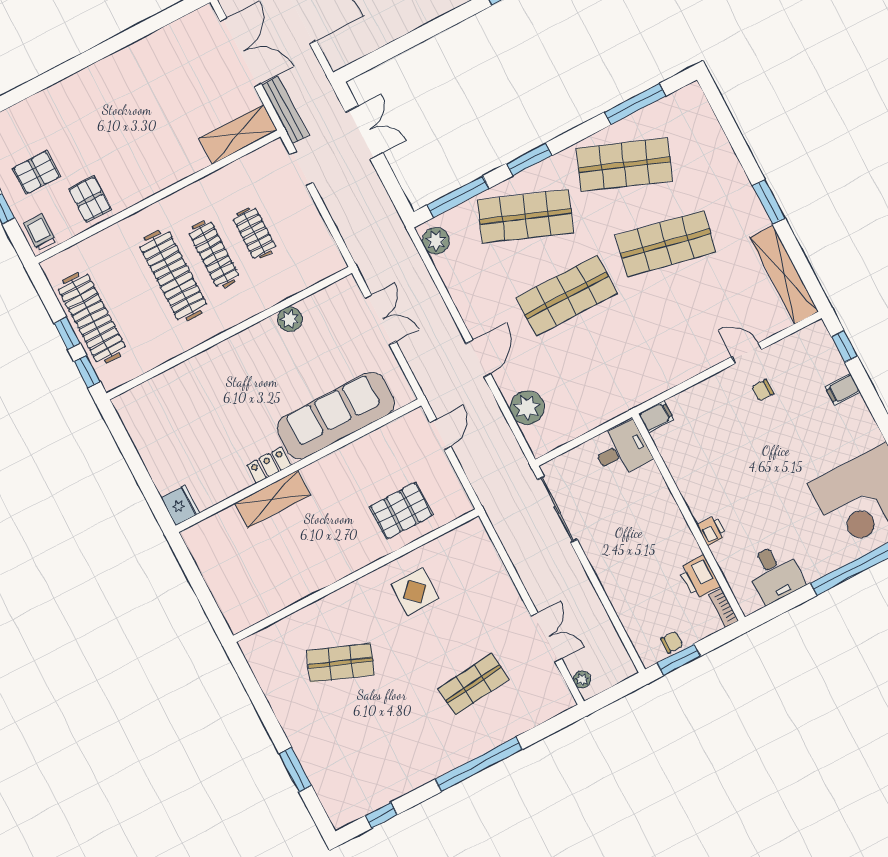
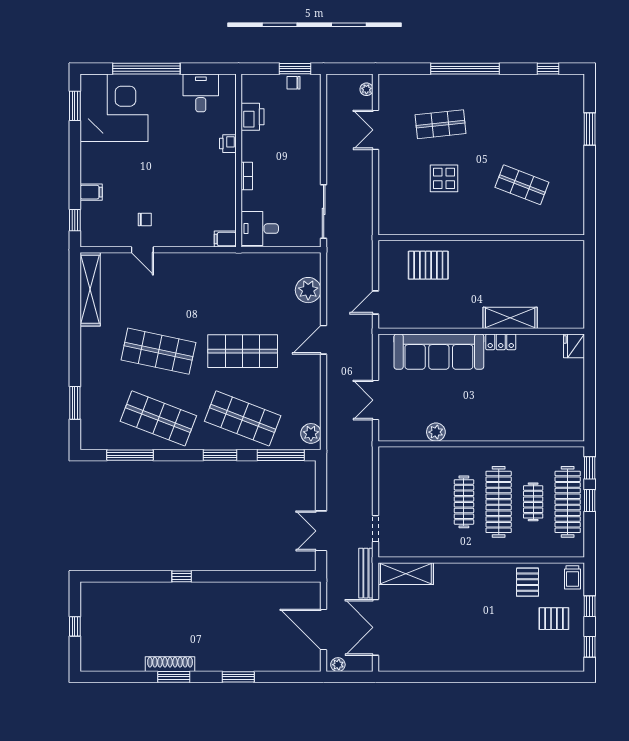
window: (769, 202) -> (75, 403), moved
clothes rail: (254, 233) -> (533, 502), moved
display table: (415, 592) -> (444, 178), moved
bookcase: (724, 608) -> (247, 176), moved

